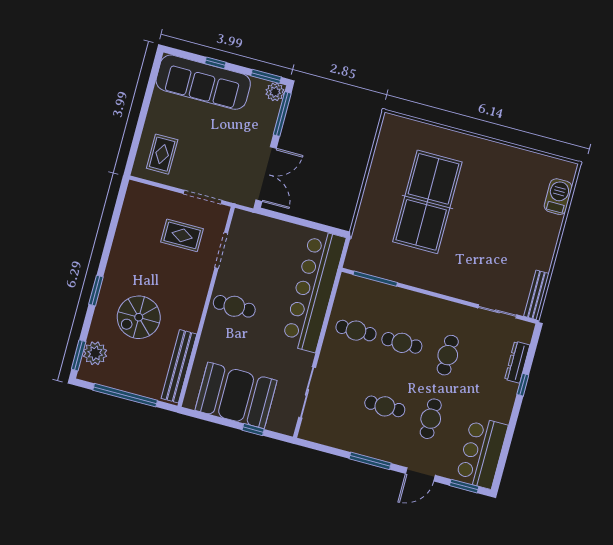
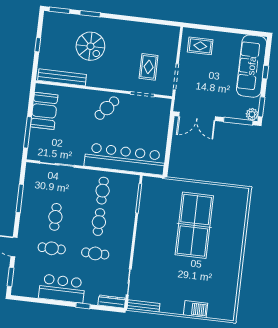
barbecue: (558, 197) -> (195, 309), moved
table tennis table: (427, 202) -> (194, 225), turned 90
window: (96, 291) -> (90, 14), moved
cafe table: (234, 306) -> (107, 108), turned 40
spiral stairs: (139, 317) -> (90, 46), turned 180
plant: (95, 353) -> (63, 21), removed
dresser: (517, 362) -> (112, 302), moved
window: (125, 395) -> (38, 45), width x0.32
booth: (236, 395) -> (44, 111), width x0.73, depth x0.70
window: (253, 430) -> (27, 132), width x2.17
bar counter: (482, 453) -> (62, 289), moved
window: (370, 461) -> (20, 198), moved

